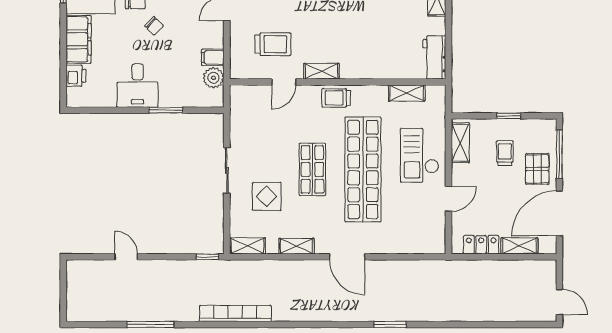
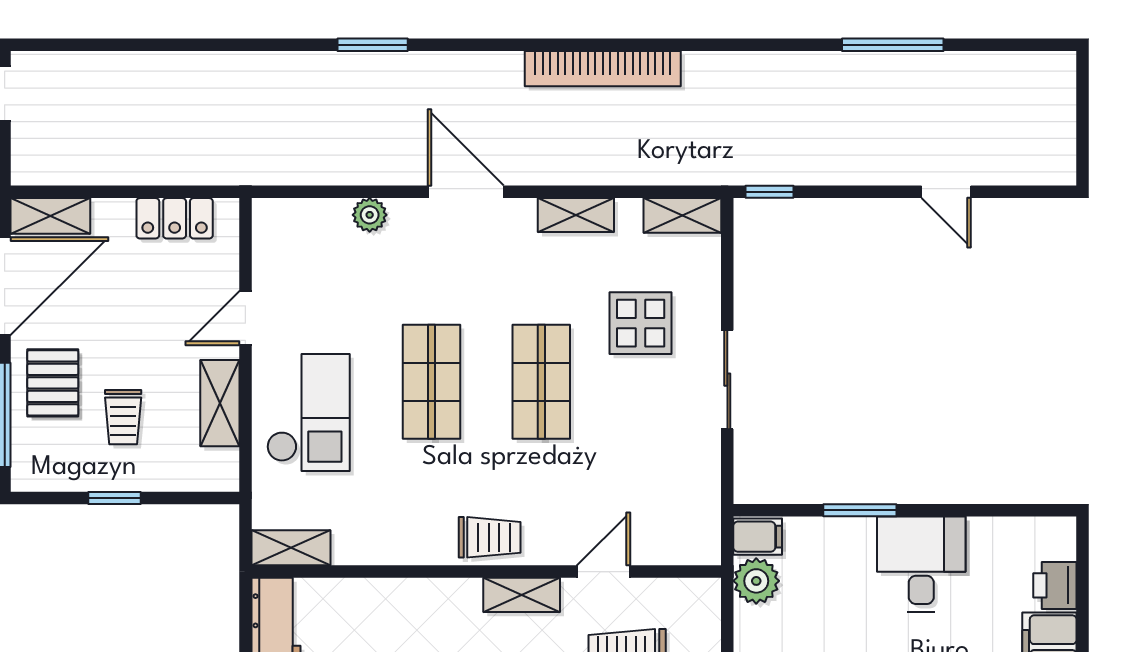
filing cabinet: (213, 57) -> (758, 537), moved
shelving: (407, 93) -> (291, 548), moved
shelving: (460, 143) -> (220, 403), moved
shop shelf: (363, 169) -> (431, 382), width x0.50, depth x0.74
plant: (391, 246) -> (370, 215), added
shelving: (519, 246) -> (50, 216), moved
bookcase: (235, 314) -> (603, 69), moved

